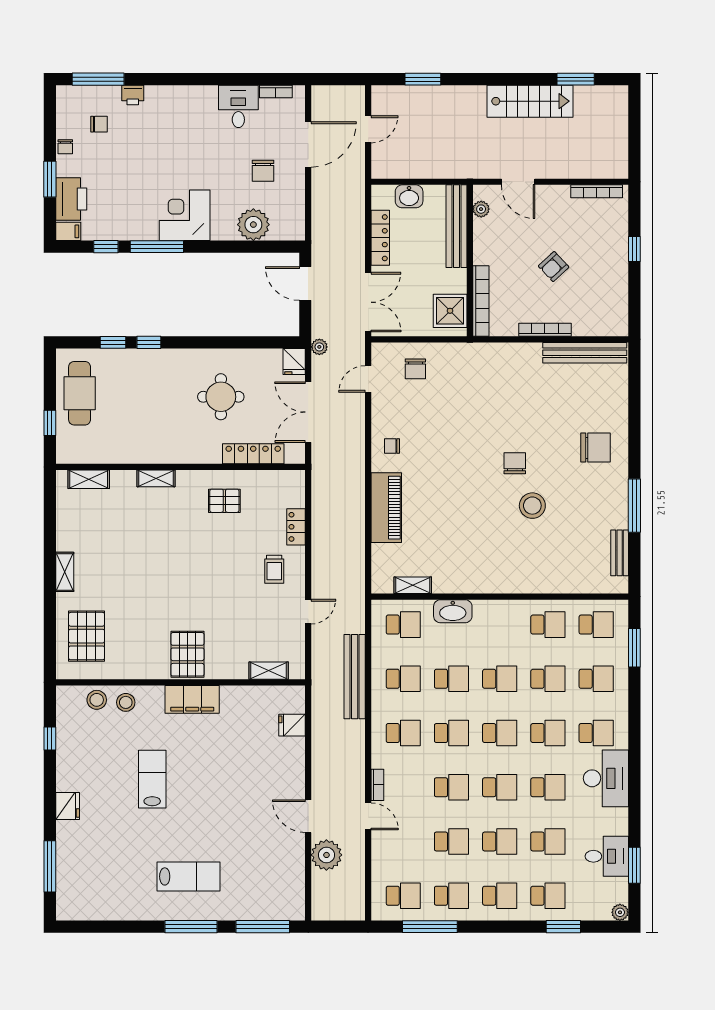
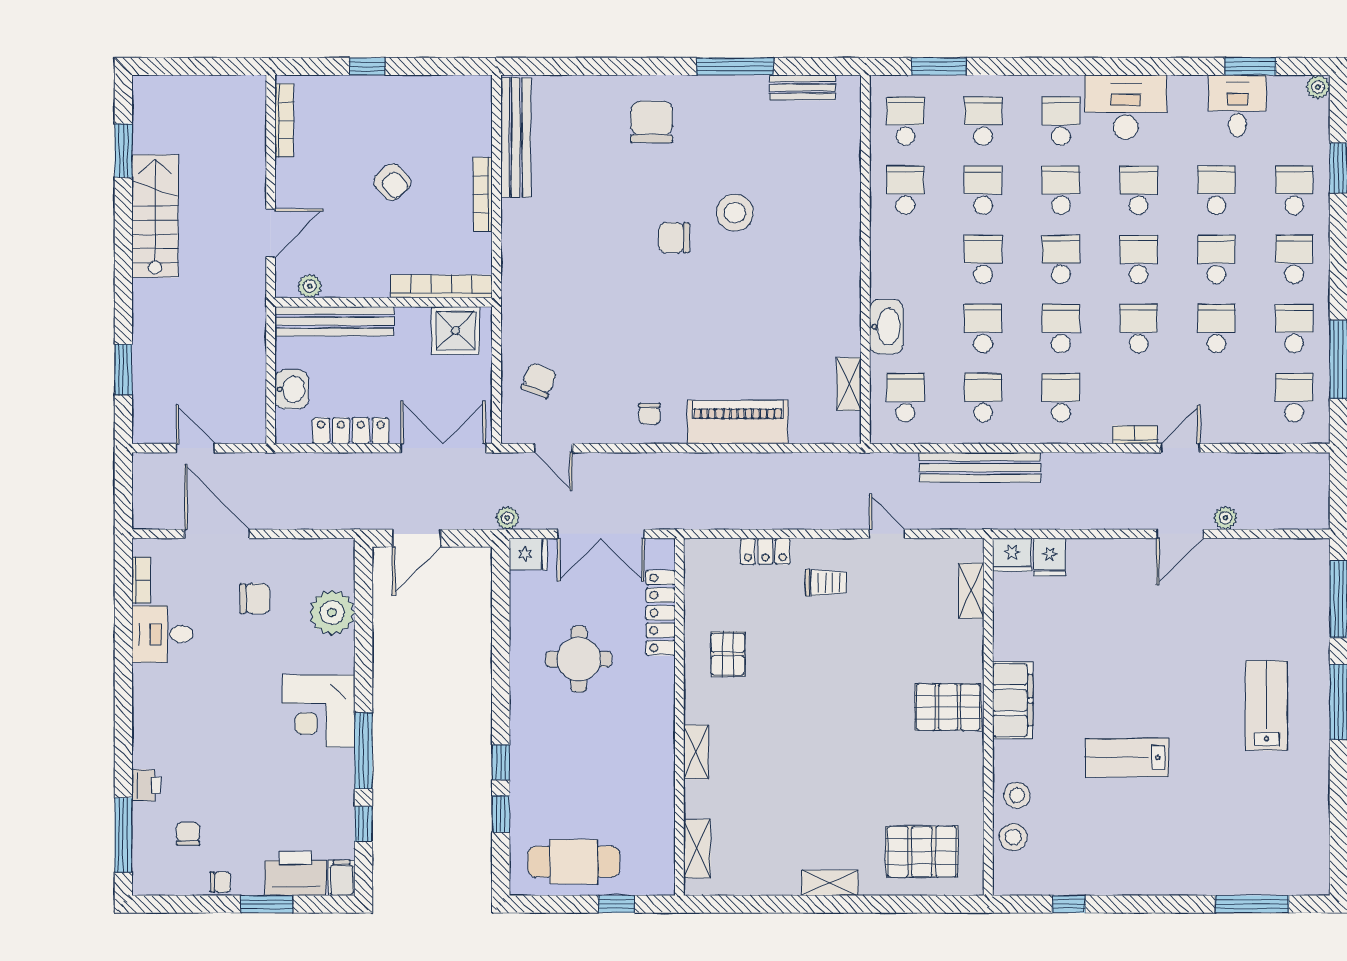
chair: (415, 369) -> (539, 380), turned -68
fridge: (68, 806) -> (1012, 555), moved, turned 180
plant: (326, 855) -> (1225, 518), width x0.53, depth x0.53

